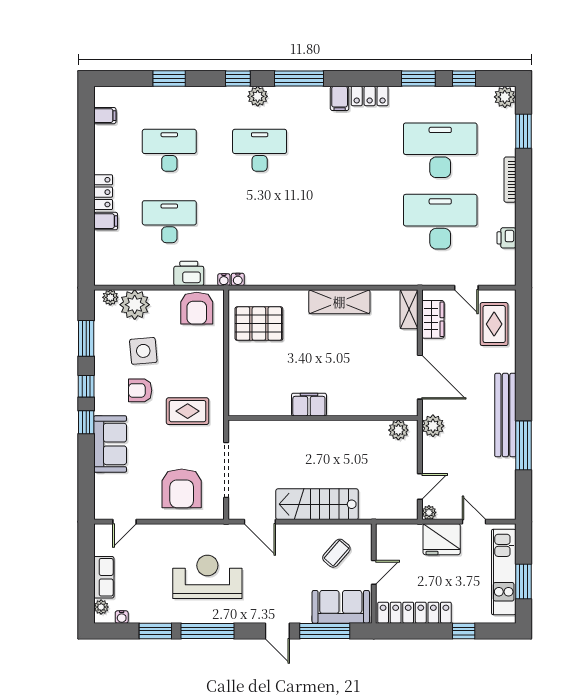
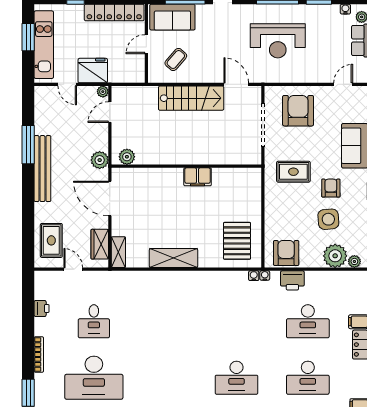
desk: (440, 222) -> (94, 321), width x0.53, depth x0.77
pallet: (259, 324) -> (237, 241), turned 90
armchair: (140, 390) -> (331, 188), turned -90

